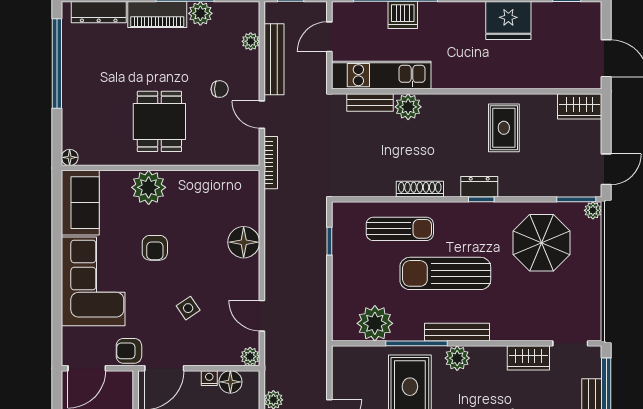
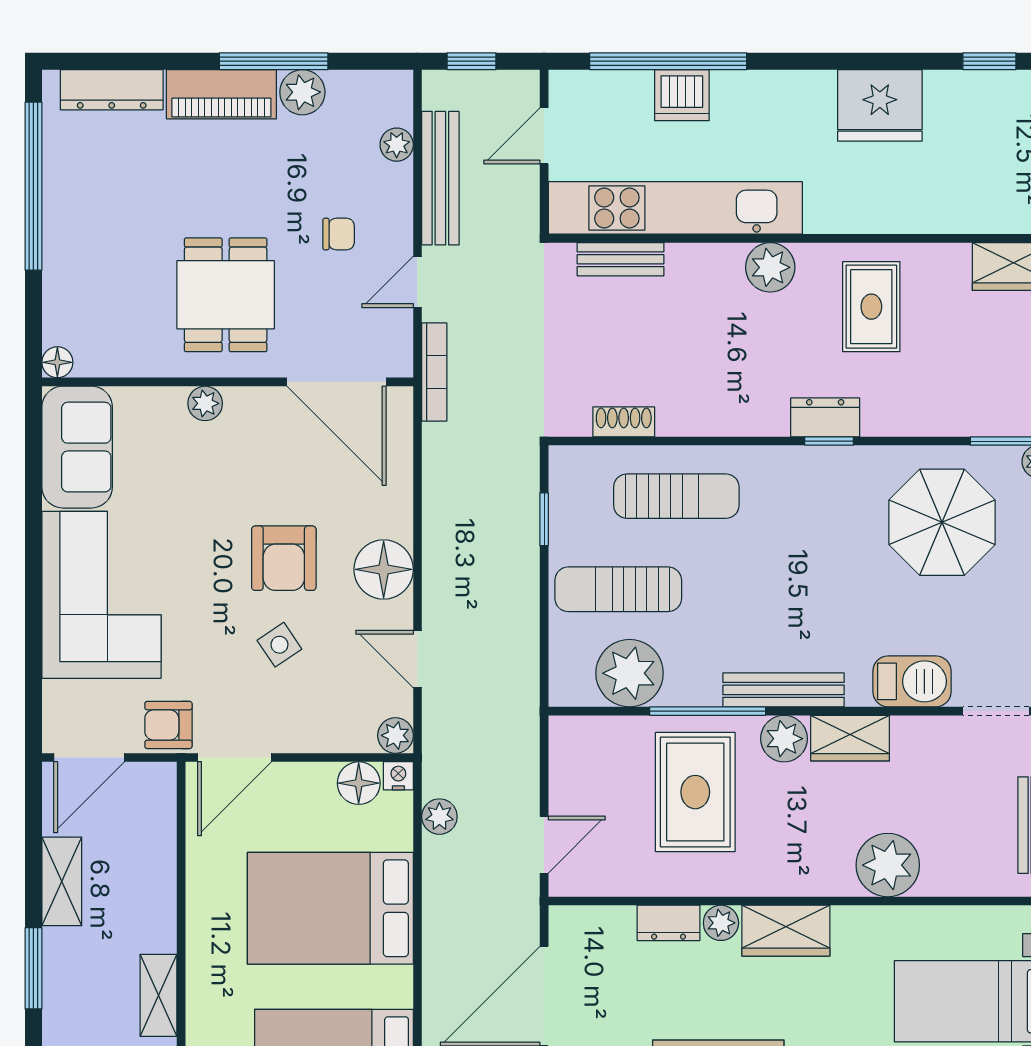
kitchen unit: (381, 75) -> (675, 208), width x1.36
plant: (408, 107) -> (770, 267), moved
door: (262, 115) -> (417, 282), hinge flipped
door: (219, 168) -> (336, 382), added
plant: (149, 187) -> (205, 403), width x0.53, depth x0.53
shoe rack: (420, 189) -> (624, 422), moved, width x0.70
floor lamp: (244, 242) -> (384, 569), moved
armchair: (155, 248) -> (284, 558), moved, width x1.38, depth x1.38
sun lounger: (445, 273) -> (618, 589), moved, width x0.73, depth x0.75
barbecue: (525, 328) -> (912, 681), added
wardrobe: (528, 358) -> (850, 738), moved
nightstand: (209, 378) -> (398, 776), moved

